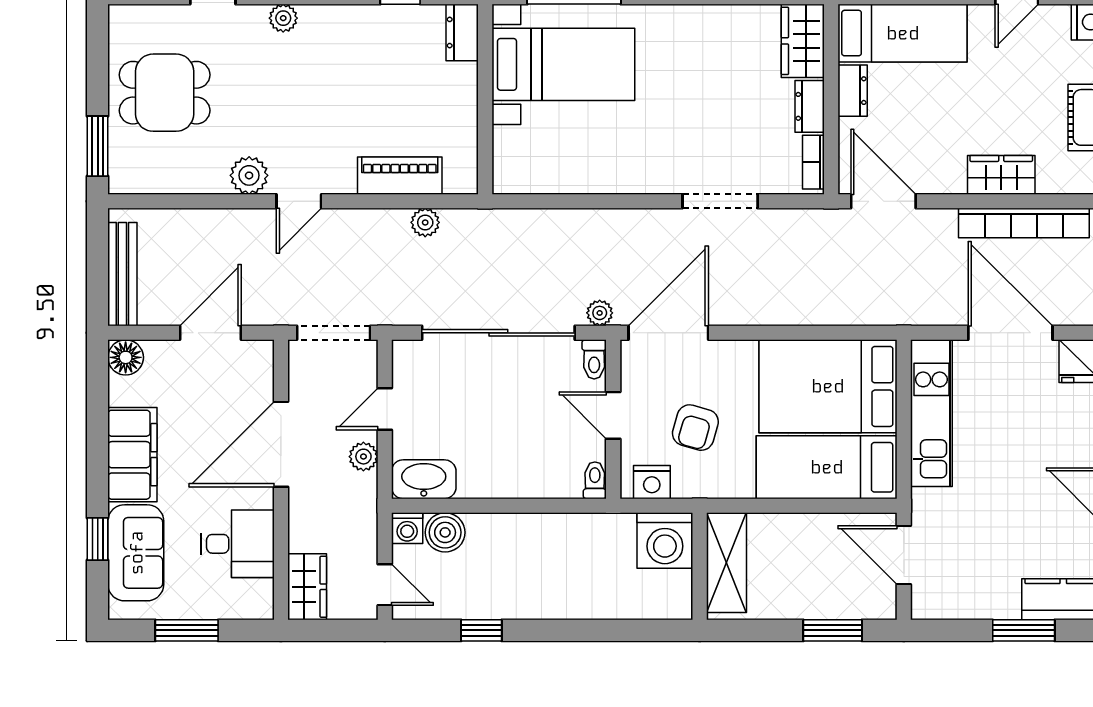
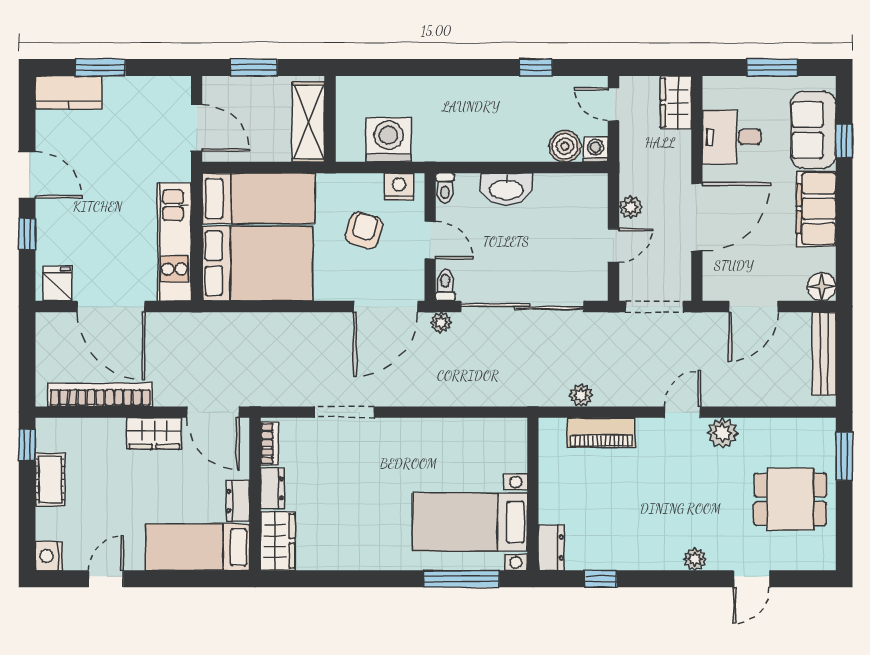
wardrobe: (1001, 175) -> (154, 433), moved
washbasin: (424, 479) -> (506, 189), moved
shelving: (727, 563) -> (308, 122), moved
wall: (700, 566) -> (330, 119), moved

